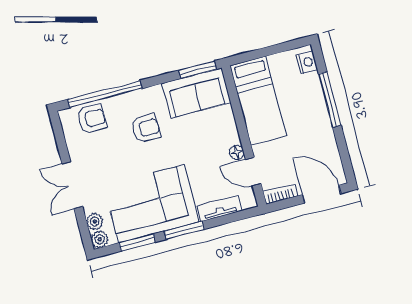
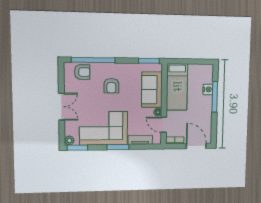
nightstand: (307, 62) -> (208, 89), moved
sofa: (196, 93) -> (152, 90), moved, turned 90
armchair: (146, 128) -> (111, 86), turned 90
double door: (72, 185) -> (62, 107), swing flipped
plant: (95, 221) -> (69, 130), removed
window: (137, 243) -> (77, 148), moved

